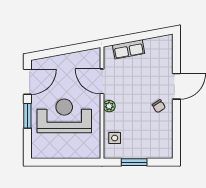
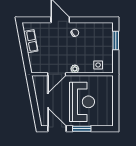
row of seats: (129, 49) -> (31, 41), moved
reception desk: (64, 116) -> (82, 102), turned 180
window: (134, 162) -> (116, 41), moved

